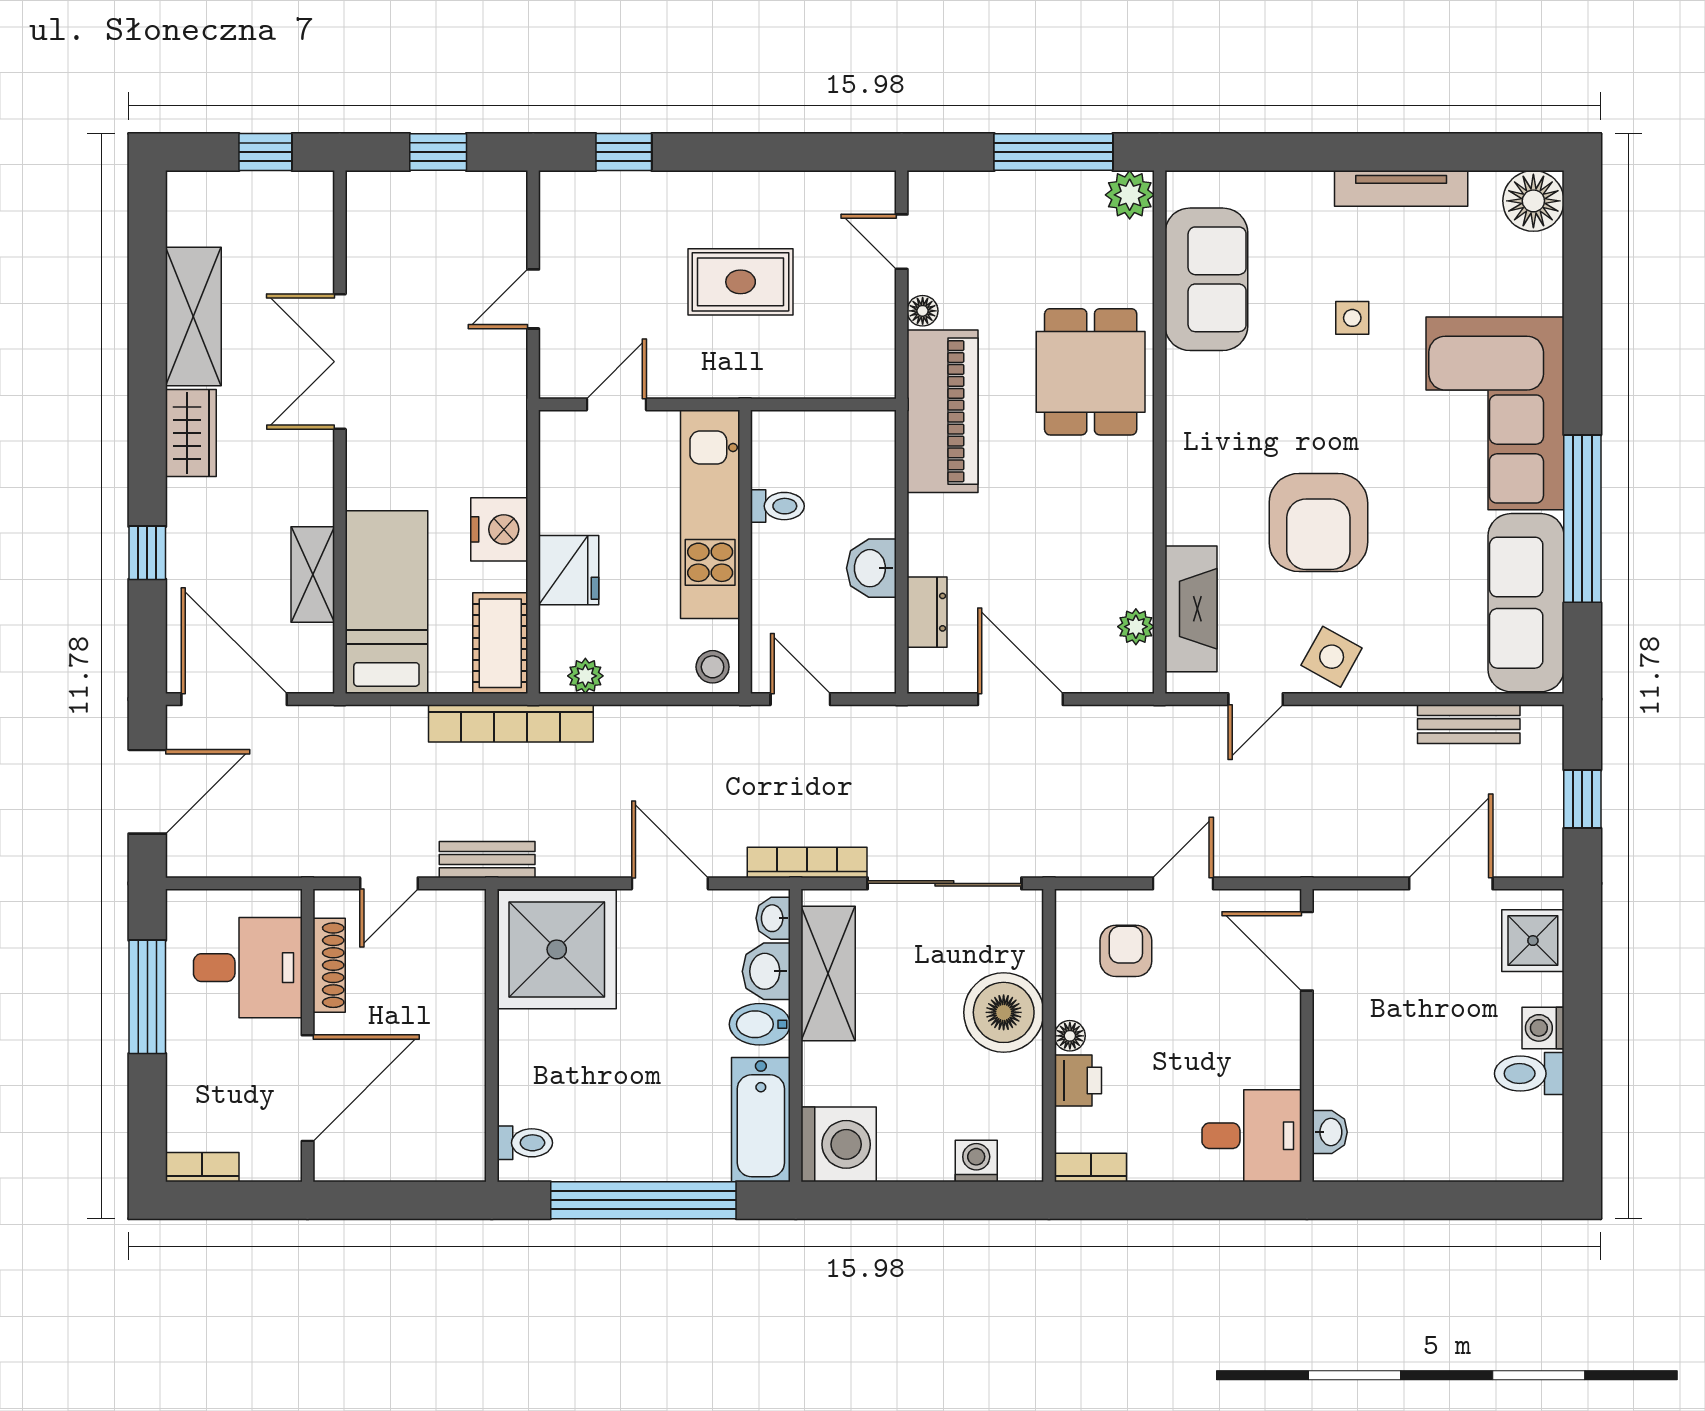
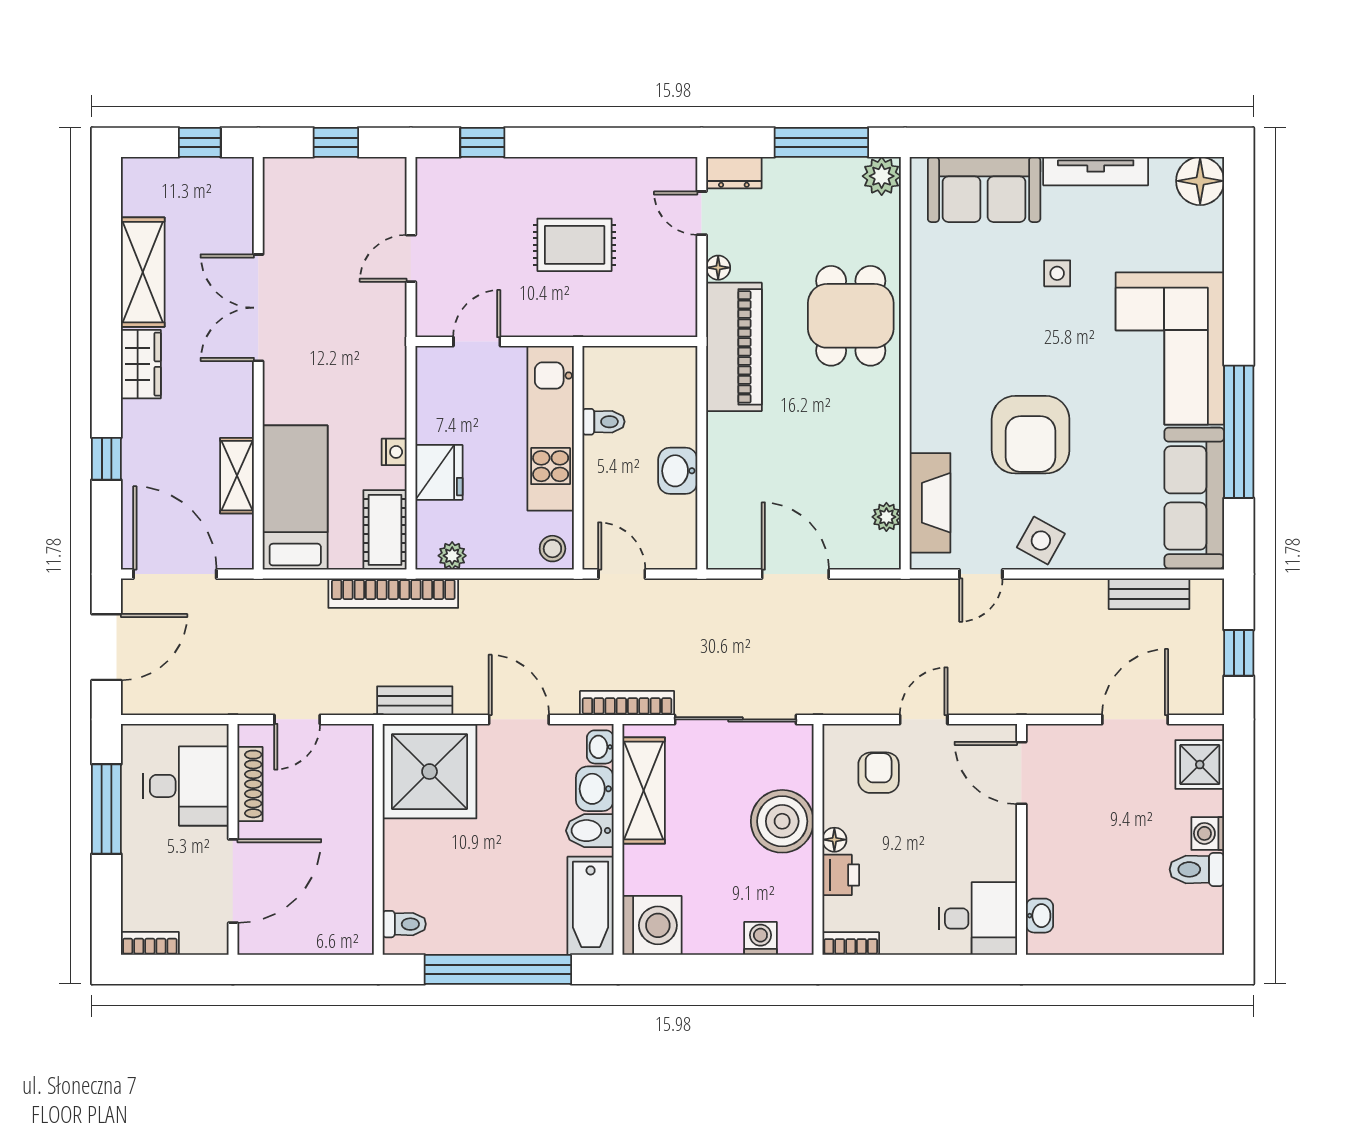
sofa: (1206, 279) -> (984, 189), moved, turned 90
nightstand: (499, 529) -> (394, 452), width x0.53, depth x0.56
dresser: (927, 612) -> (734, 173), moved, turned 90
bench: (487, 860) -> (415, 701), moved

